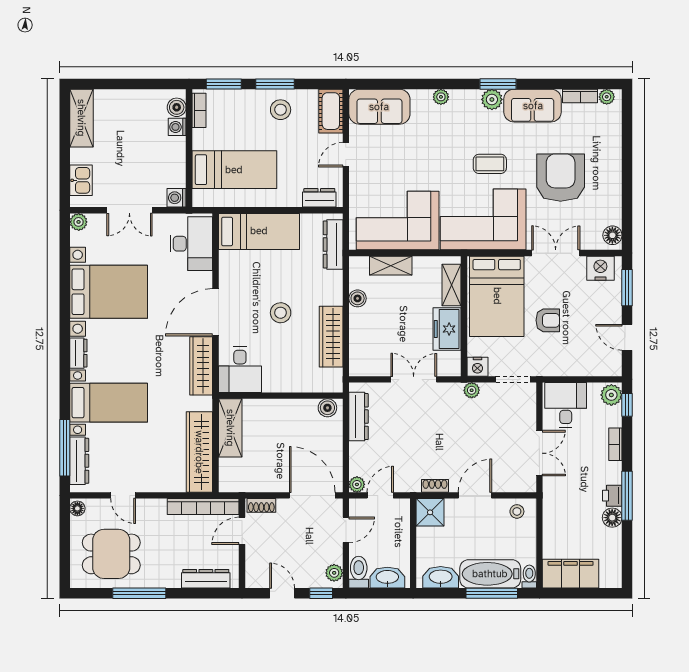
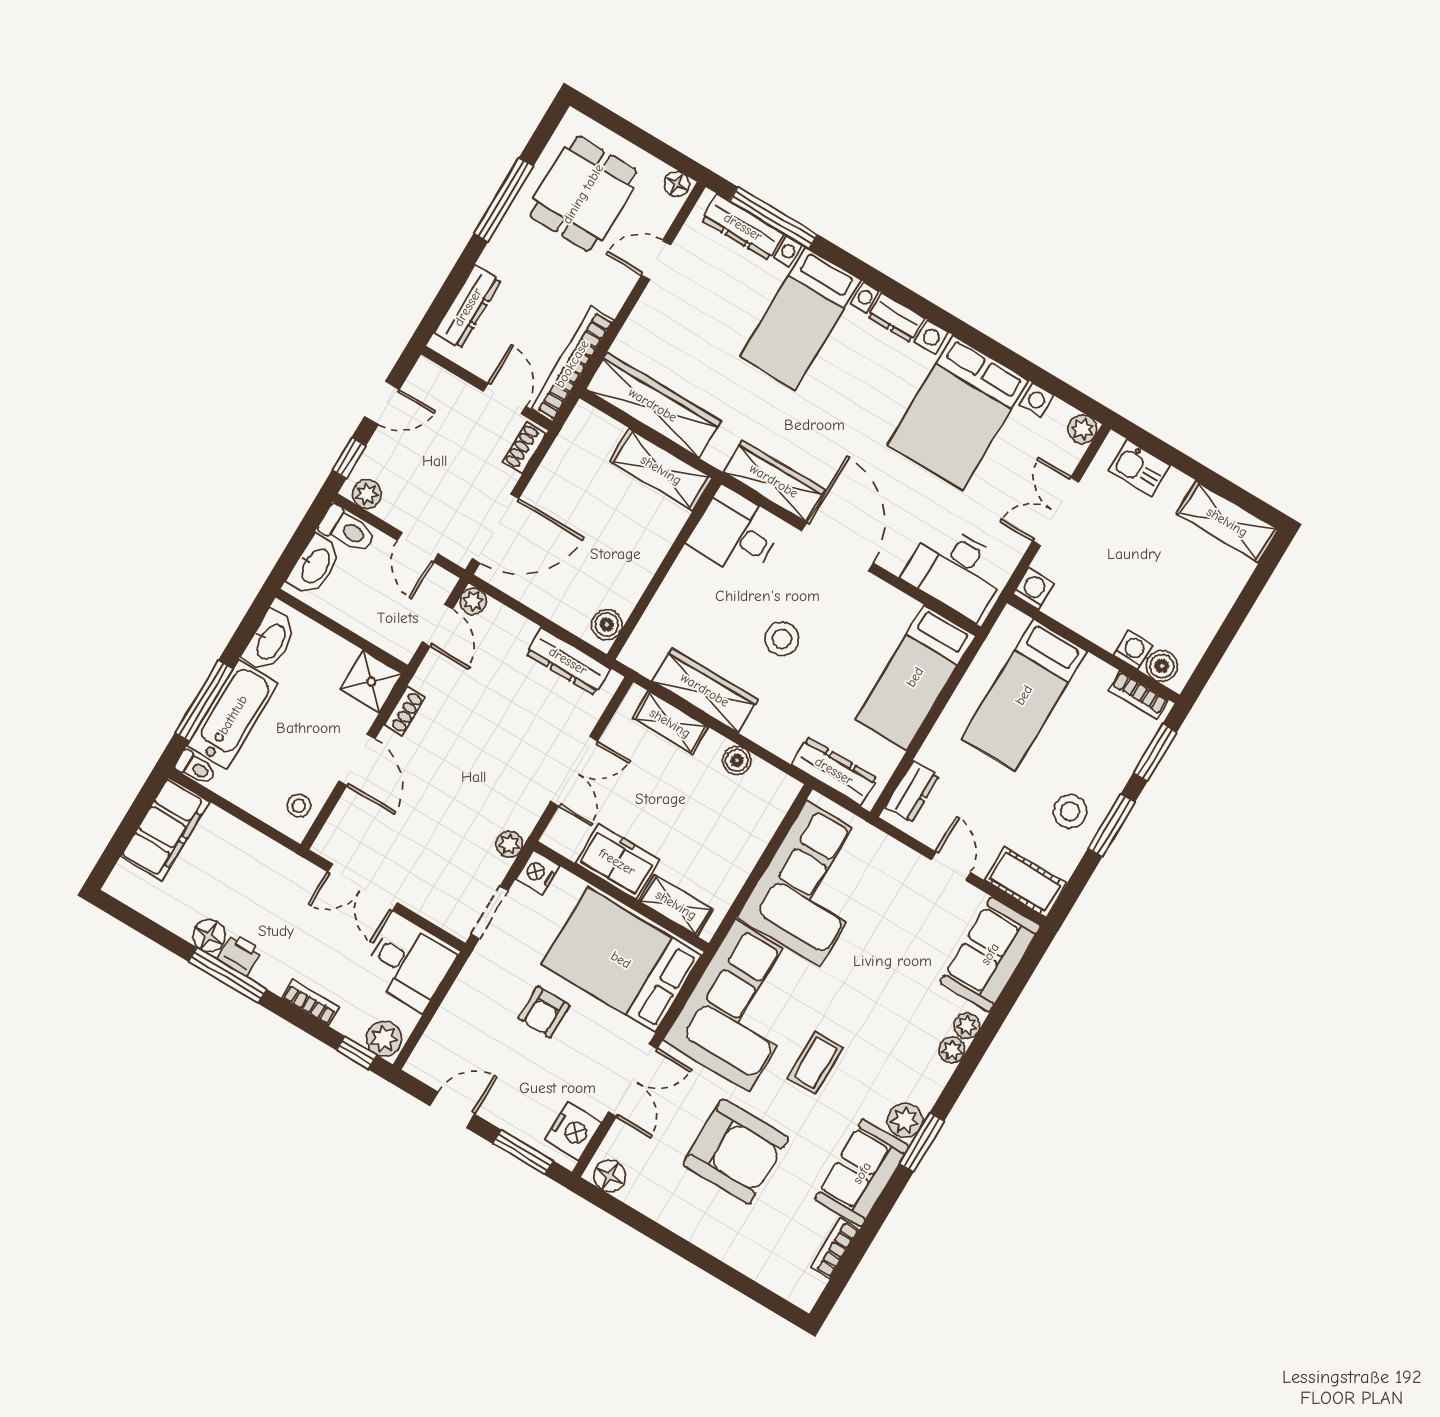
plant: (607, 97) -> (967, 1026), moved
shelving: (391, 266) -> (670, 723), moved, turned 90

